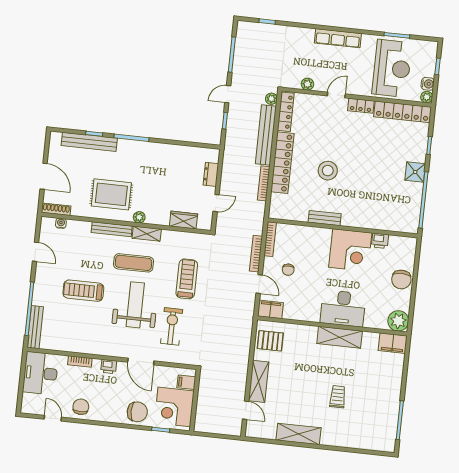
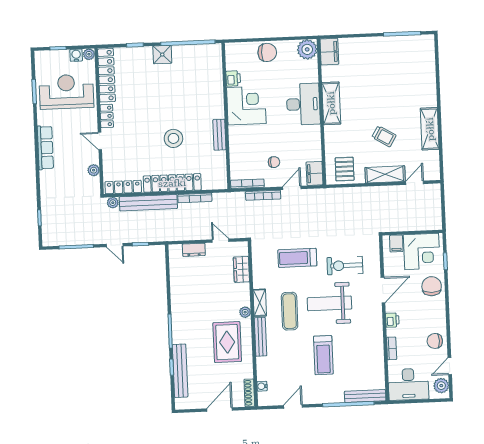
trolley: (338, 397) -> (384, 136), moved, turned -149
plant: (34, 407) -> (441, 386), added

